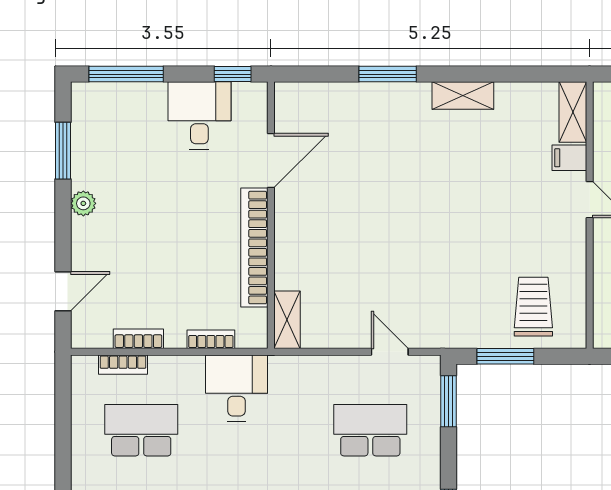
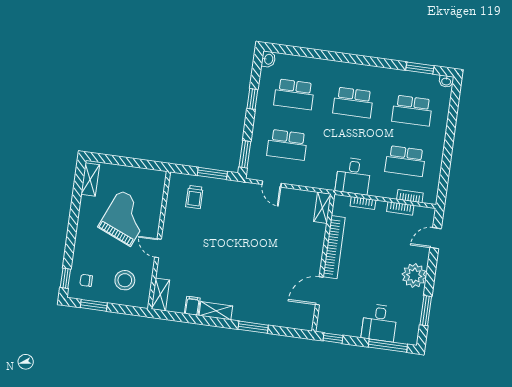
desk: (199, 115) -> (379, 323), moved
filing cabinet: (569, 158) -> (192, 306), moved, turned -90
plant: (83, 203) -> (414, 276), width x1.88, depth x1.88
trolley: (533, 307) -> (194, 197), width x0.73, depth x0.72

